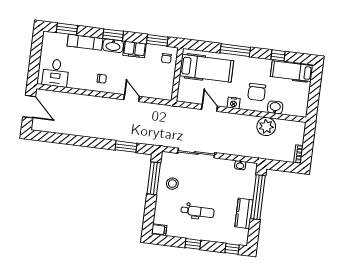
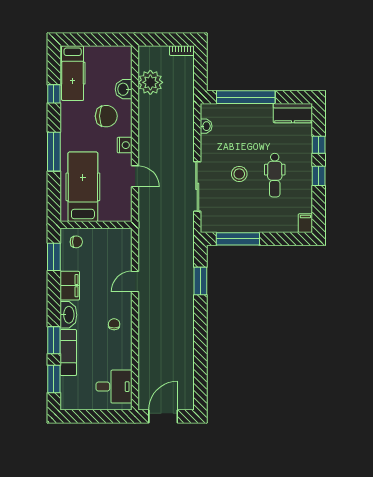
window: (113, 35) -> (54, 340), moved
door: (210, 108) -> (135, 176), swing flipped
plant: (266, 127) -> (150, 82), moved
stool: (172, 184) -> (239, 174), moved
dental chair: (197, 211) -> (275, 175), turned 180
kitchen counter: (244, 213) -> (293, 113), moved
window: (232, 249) -> (319, 145), moved

